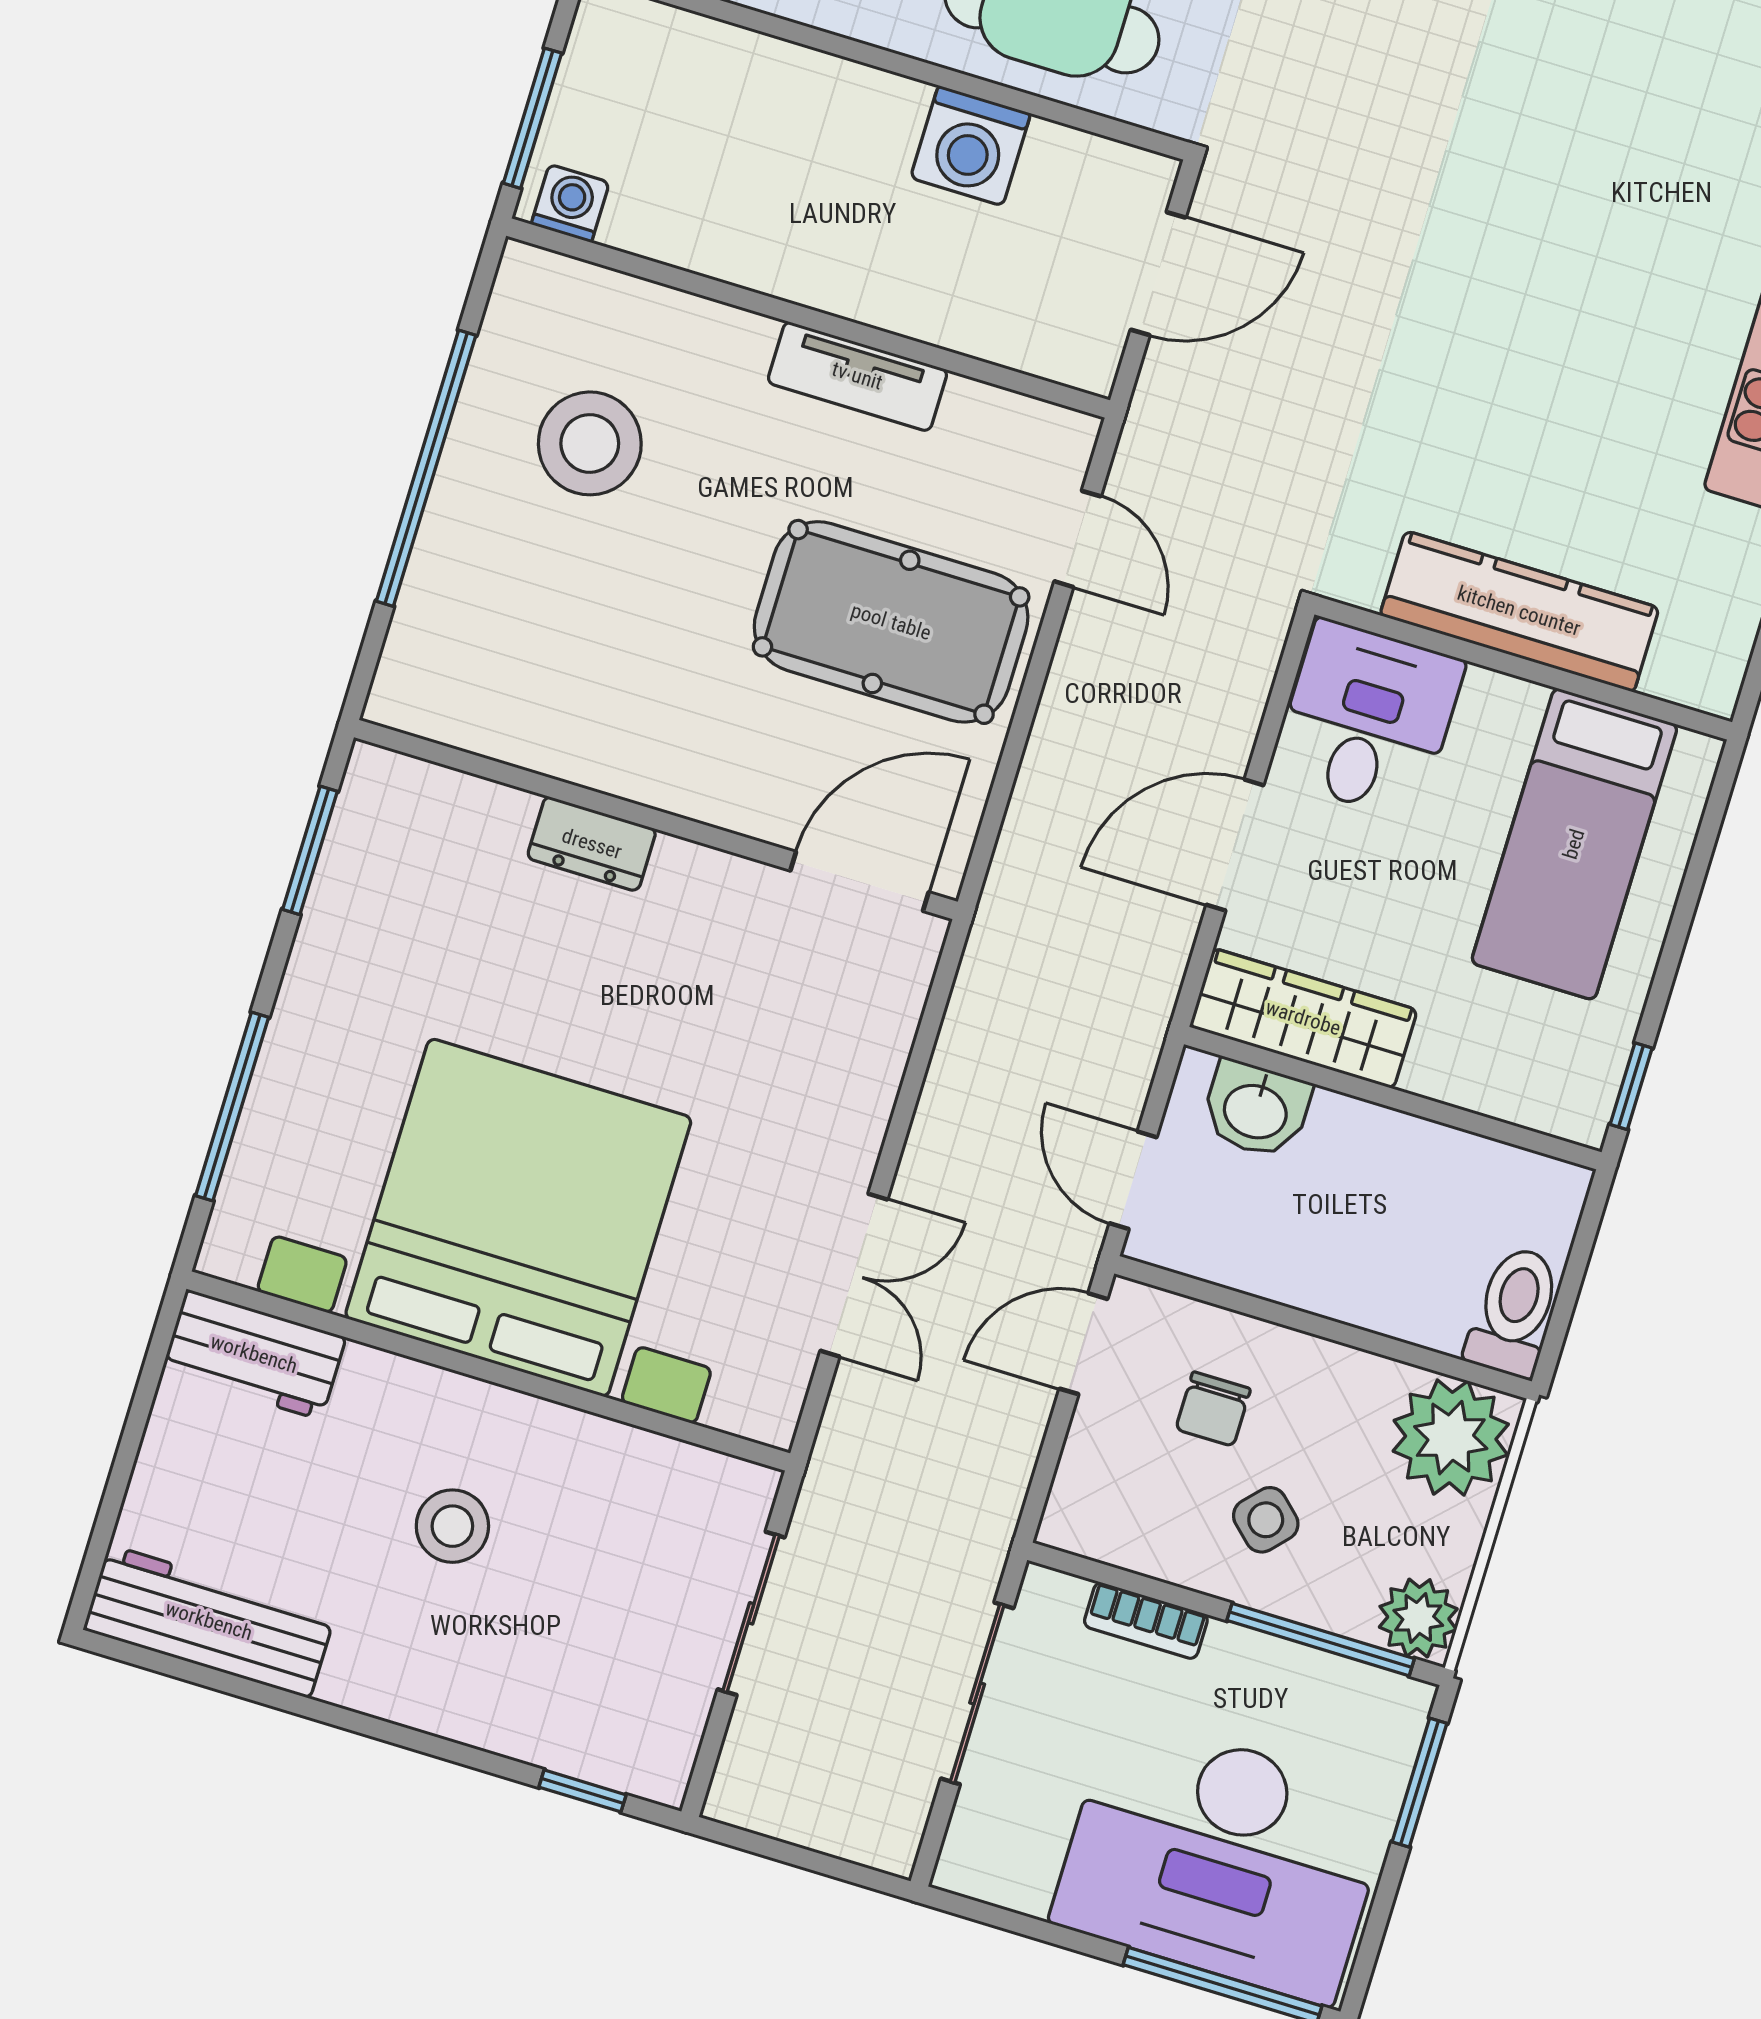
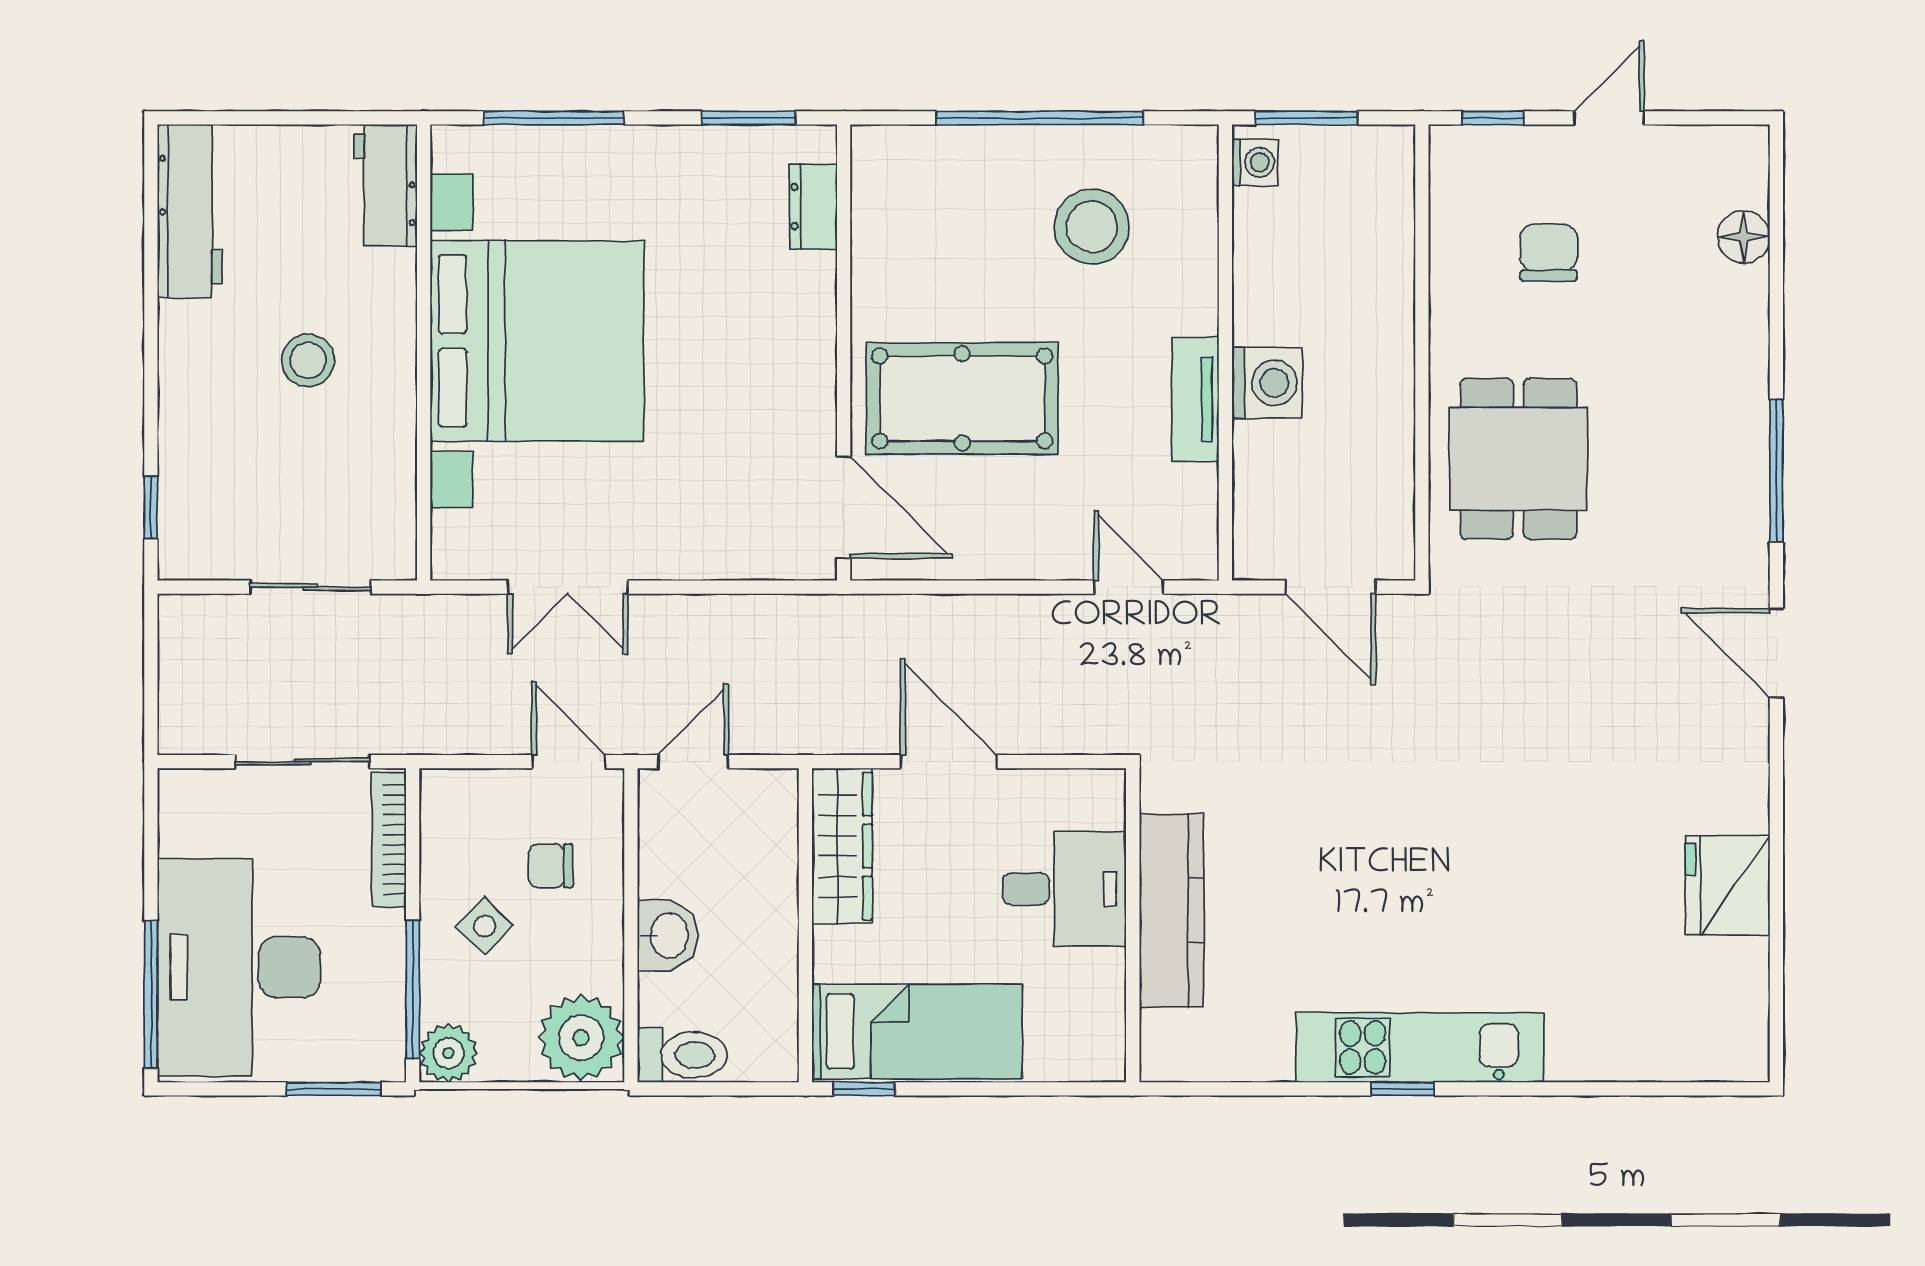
washing machine: (971, 146) -> (1267, 383), moved, turned 180
door: (1078, 539) -> (1129, 587), swing flipped
pool table: (891, 622) -> (962, 398), moved, turned 90
desk: (1368, 719) -> (1064, 889), moved
dresser: (592, 844) -> (813, 207), moved
bed: (1574, 844) -> (917, 1031), moved, turned 180
washbasin: (1256, 1109) -> (668, 935), moved, turned 180
bookcase: (1146, 1621) -> (389, 840), width x1.56

